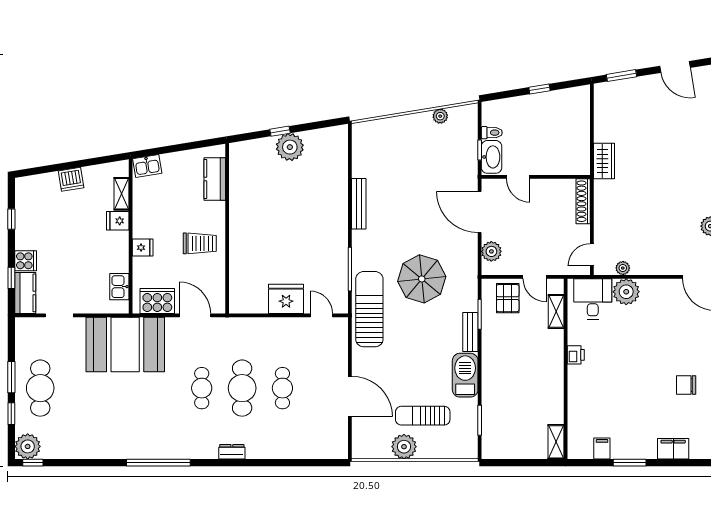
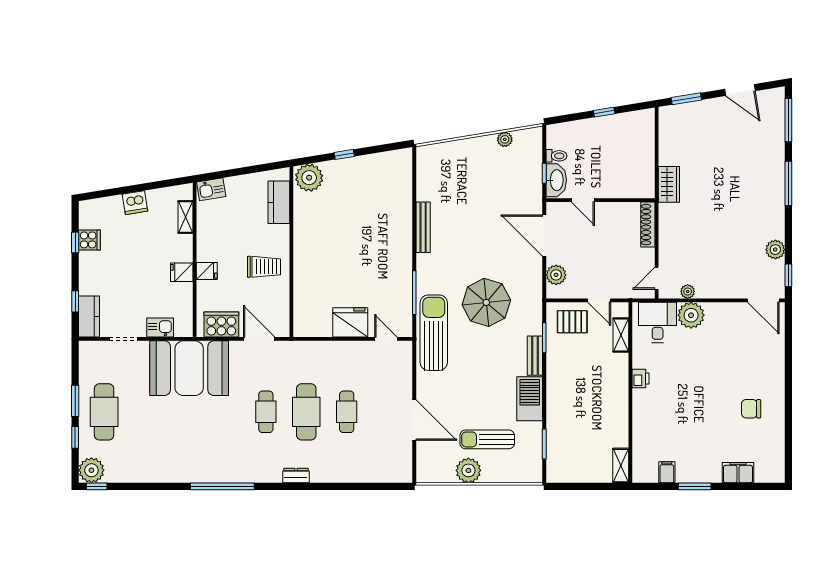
plant: (290, 147) -> (309, 178), moved
fridge: (118, 221) -> (182, 272), moved
cooker: (26, 261) -> (89, 240), moved
kitchen sink: (119, 287) -> (160, 328), moved, turned 90
pallet: (508, 298) -> (572, 322), turned 90

